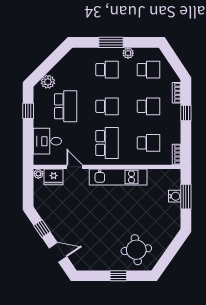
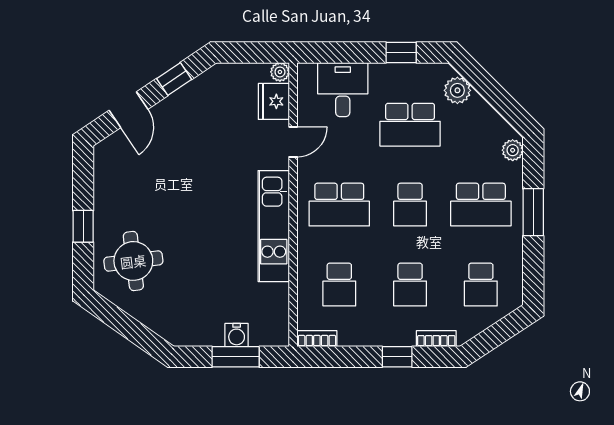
plant: (128, 53) -> (513, 150), moved
school desk: (107, 70) -> (481, 205), width x1.85

